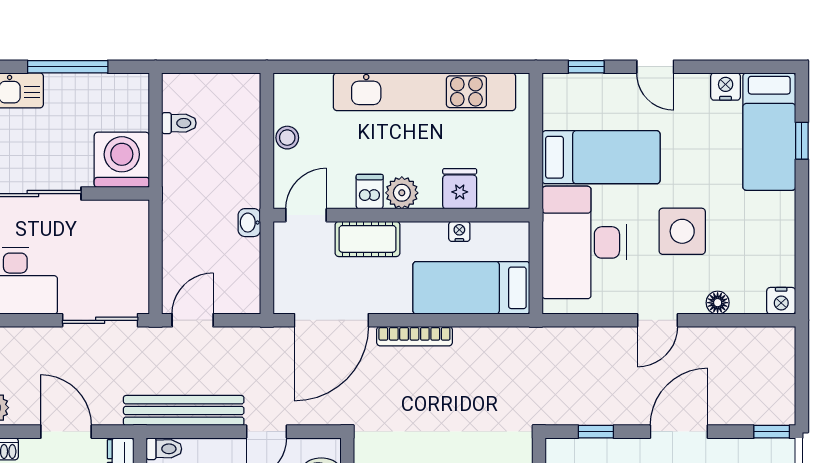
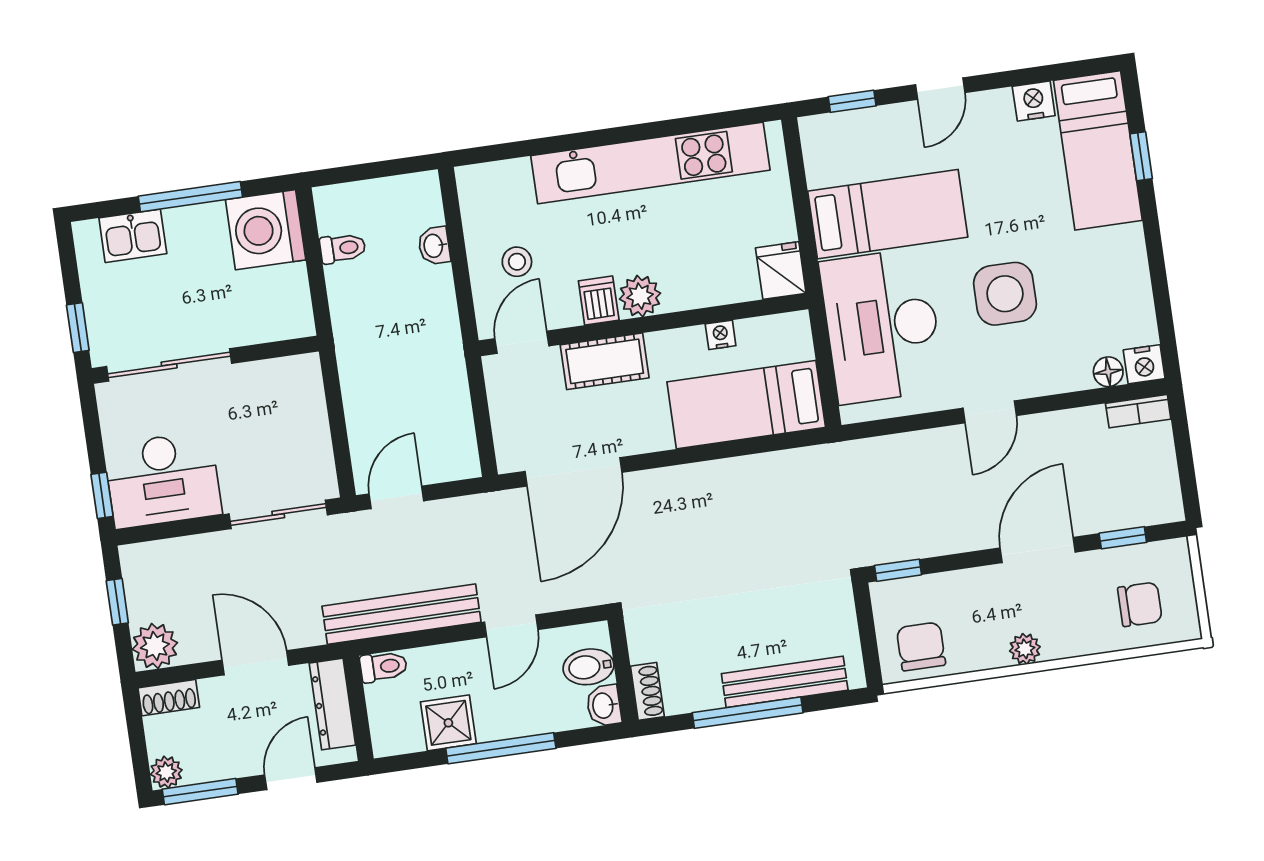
door: (655, 67) -> (940, 89), hinge flipped
stool: (287, 138) -> (517, 262), moved
washing machine: (122, 160) -> (266, 230), moved, turned -90
fridge: (460, 189) -> (781, 271), moved
washbasin: (249, 223) -> (434, 246), moved
floor lamp: (718, 303) -> (1108, 372), moved
bookcase: (414, 336) -> (1138, 411), moved, width x0.64
window: (596, 432) -> (898, 570), moved
window: (772, 432) -> (1123, 538), moved

